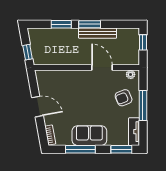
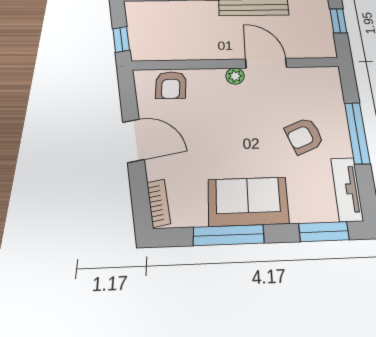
plant: (131, 74) -> (235, 76), moved
armchair: (54, 79) -> (171, 85), added
armchair: (124, 98) -> (304, 136), moved

